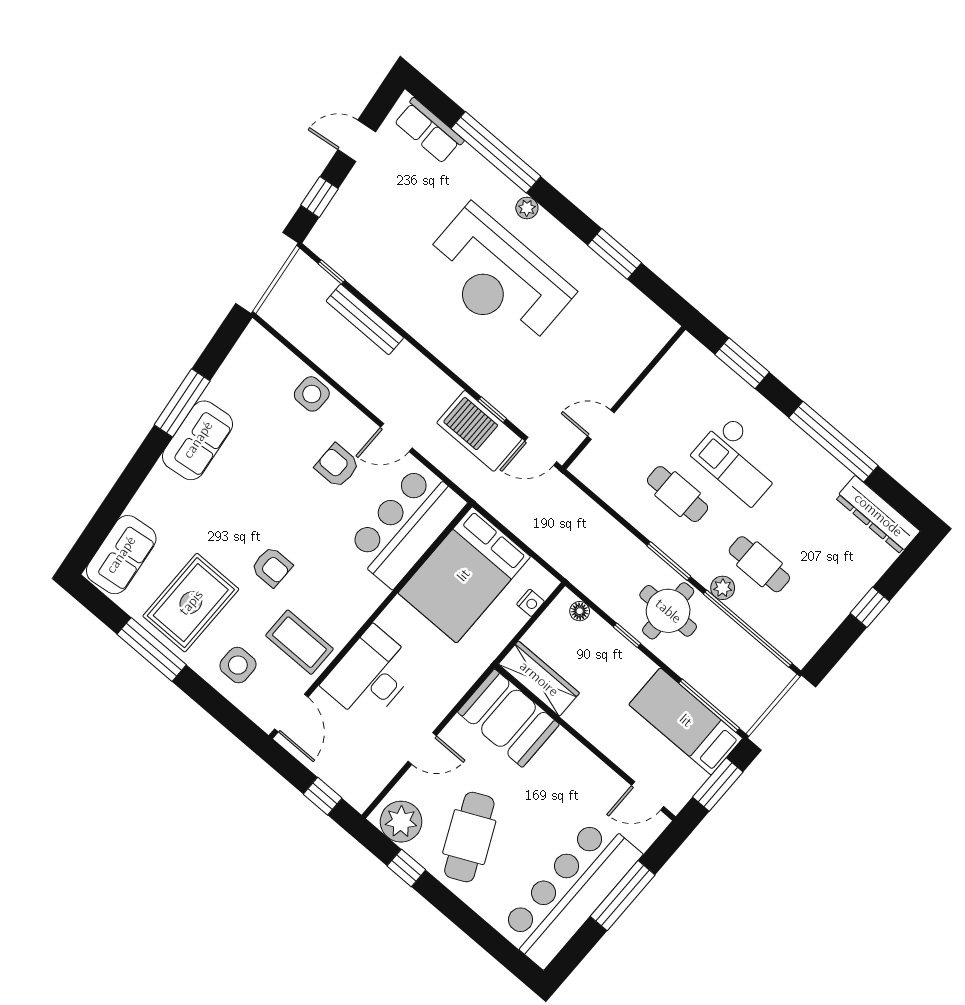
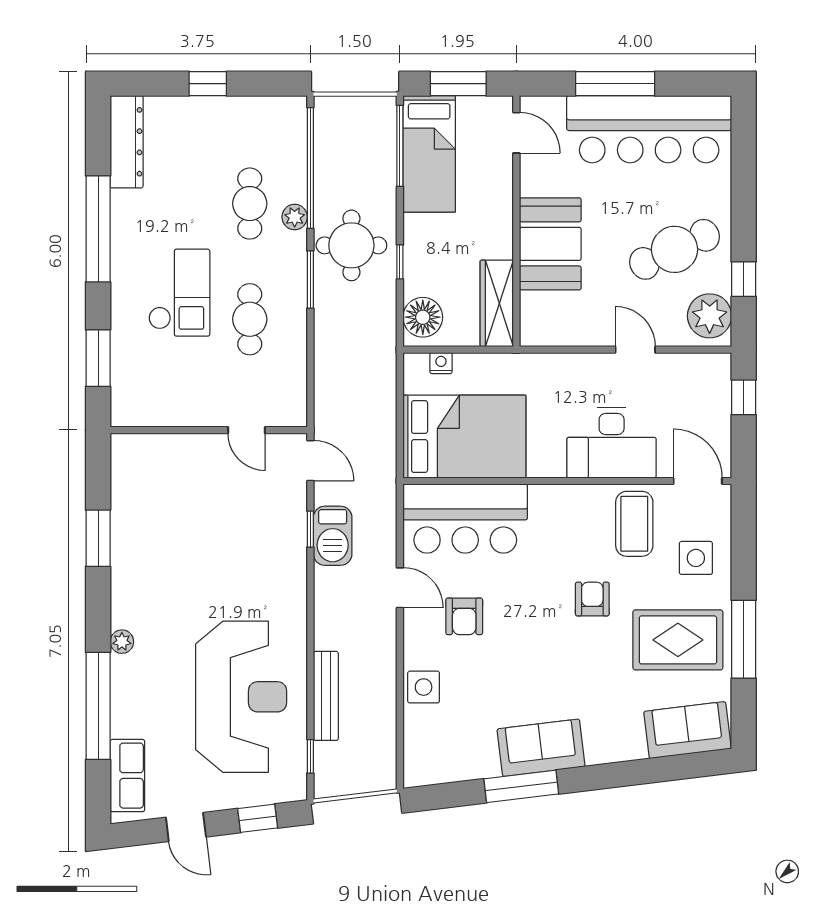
reception desk: (497, 278) -> (241, 697), moved
barbecue: (479, 431) -> (333, 536), width x0.73, depth x0.83
floor lamp: (580, 611) -> (423, 317), width x1.89, depth x1.89
door: (291, 713) -> (698, 481), hinge flipped
booth: (508, 718) -> (550, 244), moved

